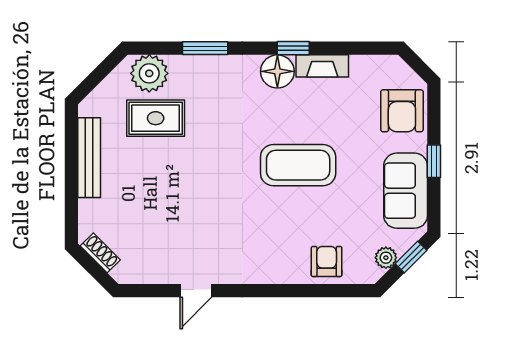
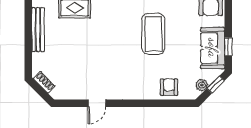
window: (434, 161) -> (228, 47), moved
coffee table: (298, 165) -> (153, 34), turned 90

